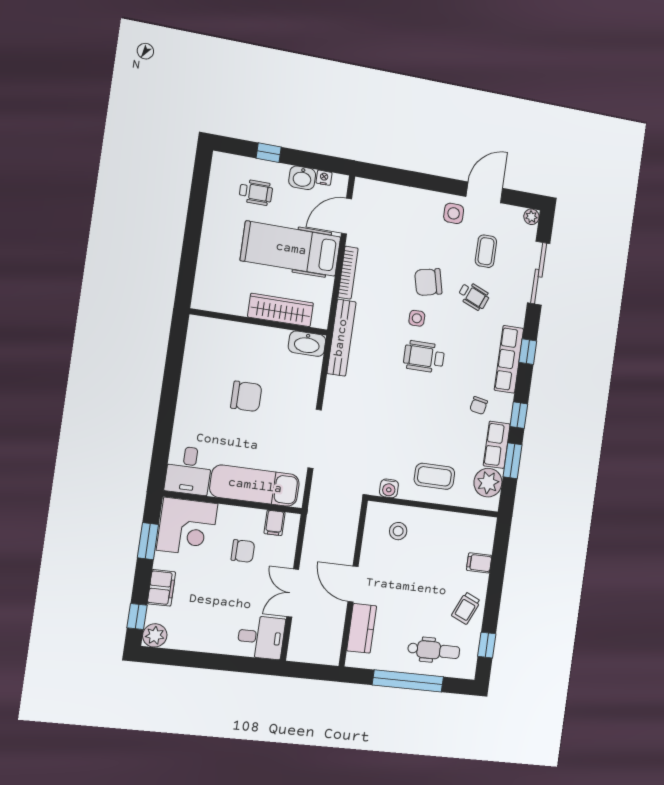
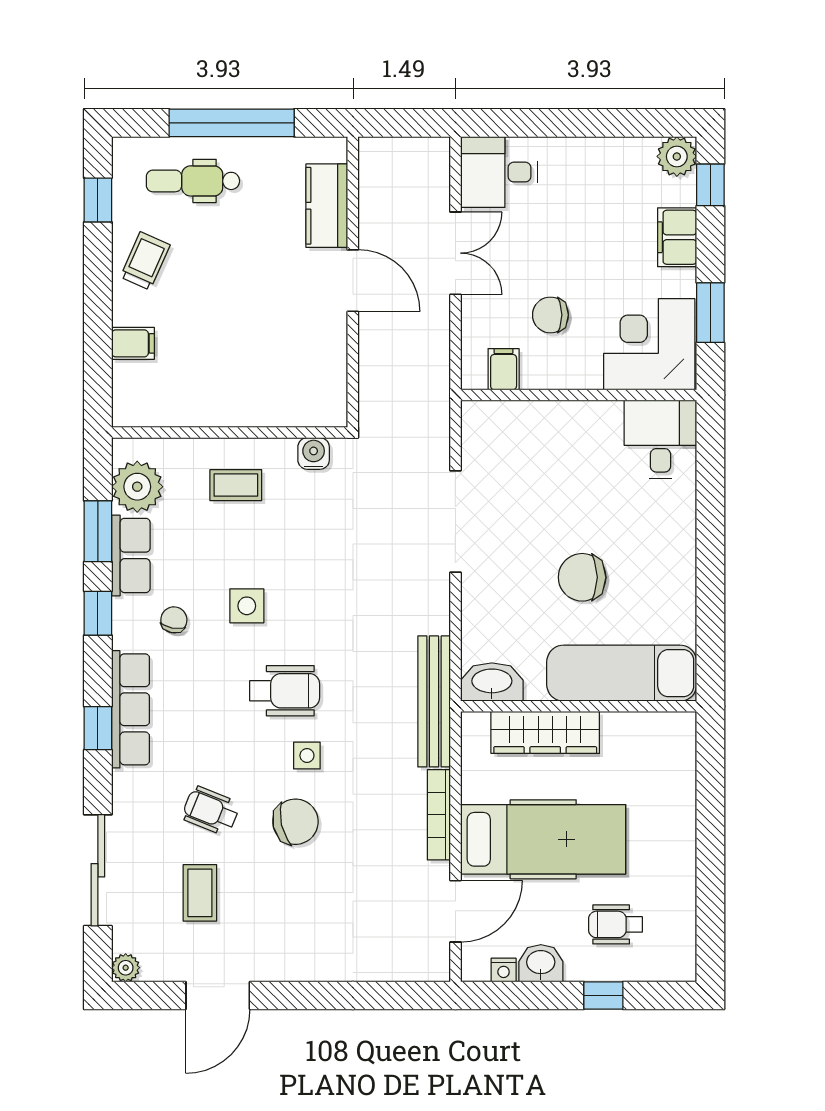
side table: (454, 213) -> (247, 606), moved
coffee table: (434, 476) -> (236, 485), width x0.73, depth x0.77
exam couch: (255, 486) -> (622, 673), moved, turned 180
stool: (398, 531) -> (287, 382), removed

